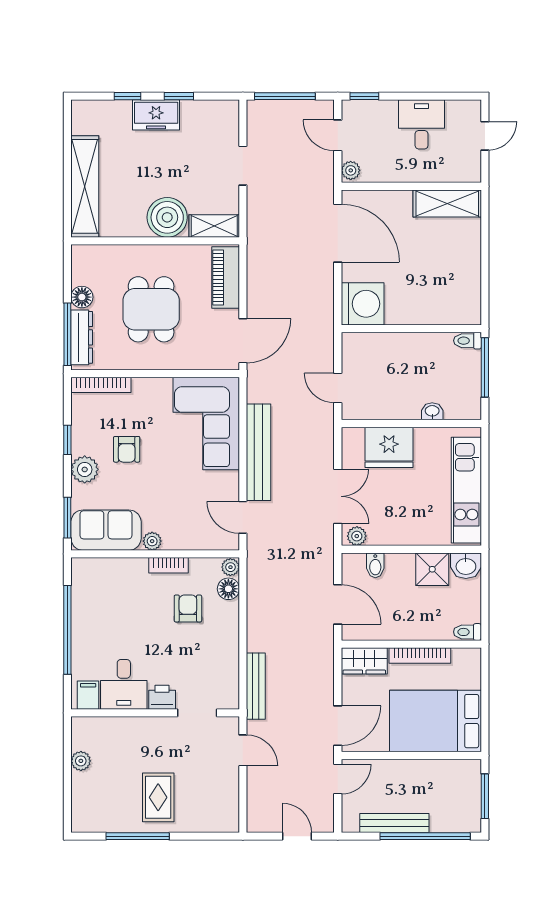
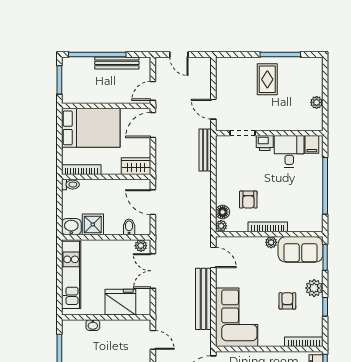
bookcase: (168, 565) -> (268, 227), width x1.56
bookcase: (420, 656) -> (81, 170), moved

